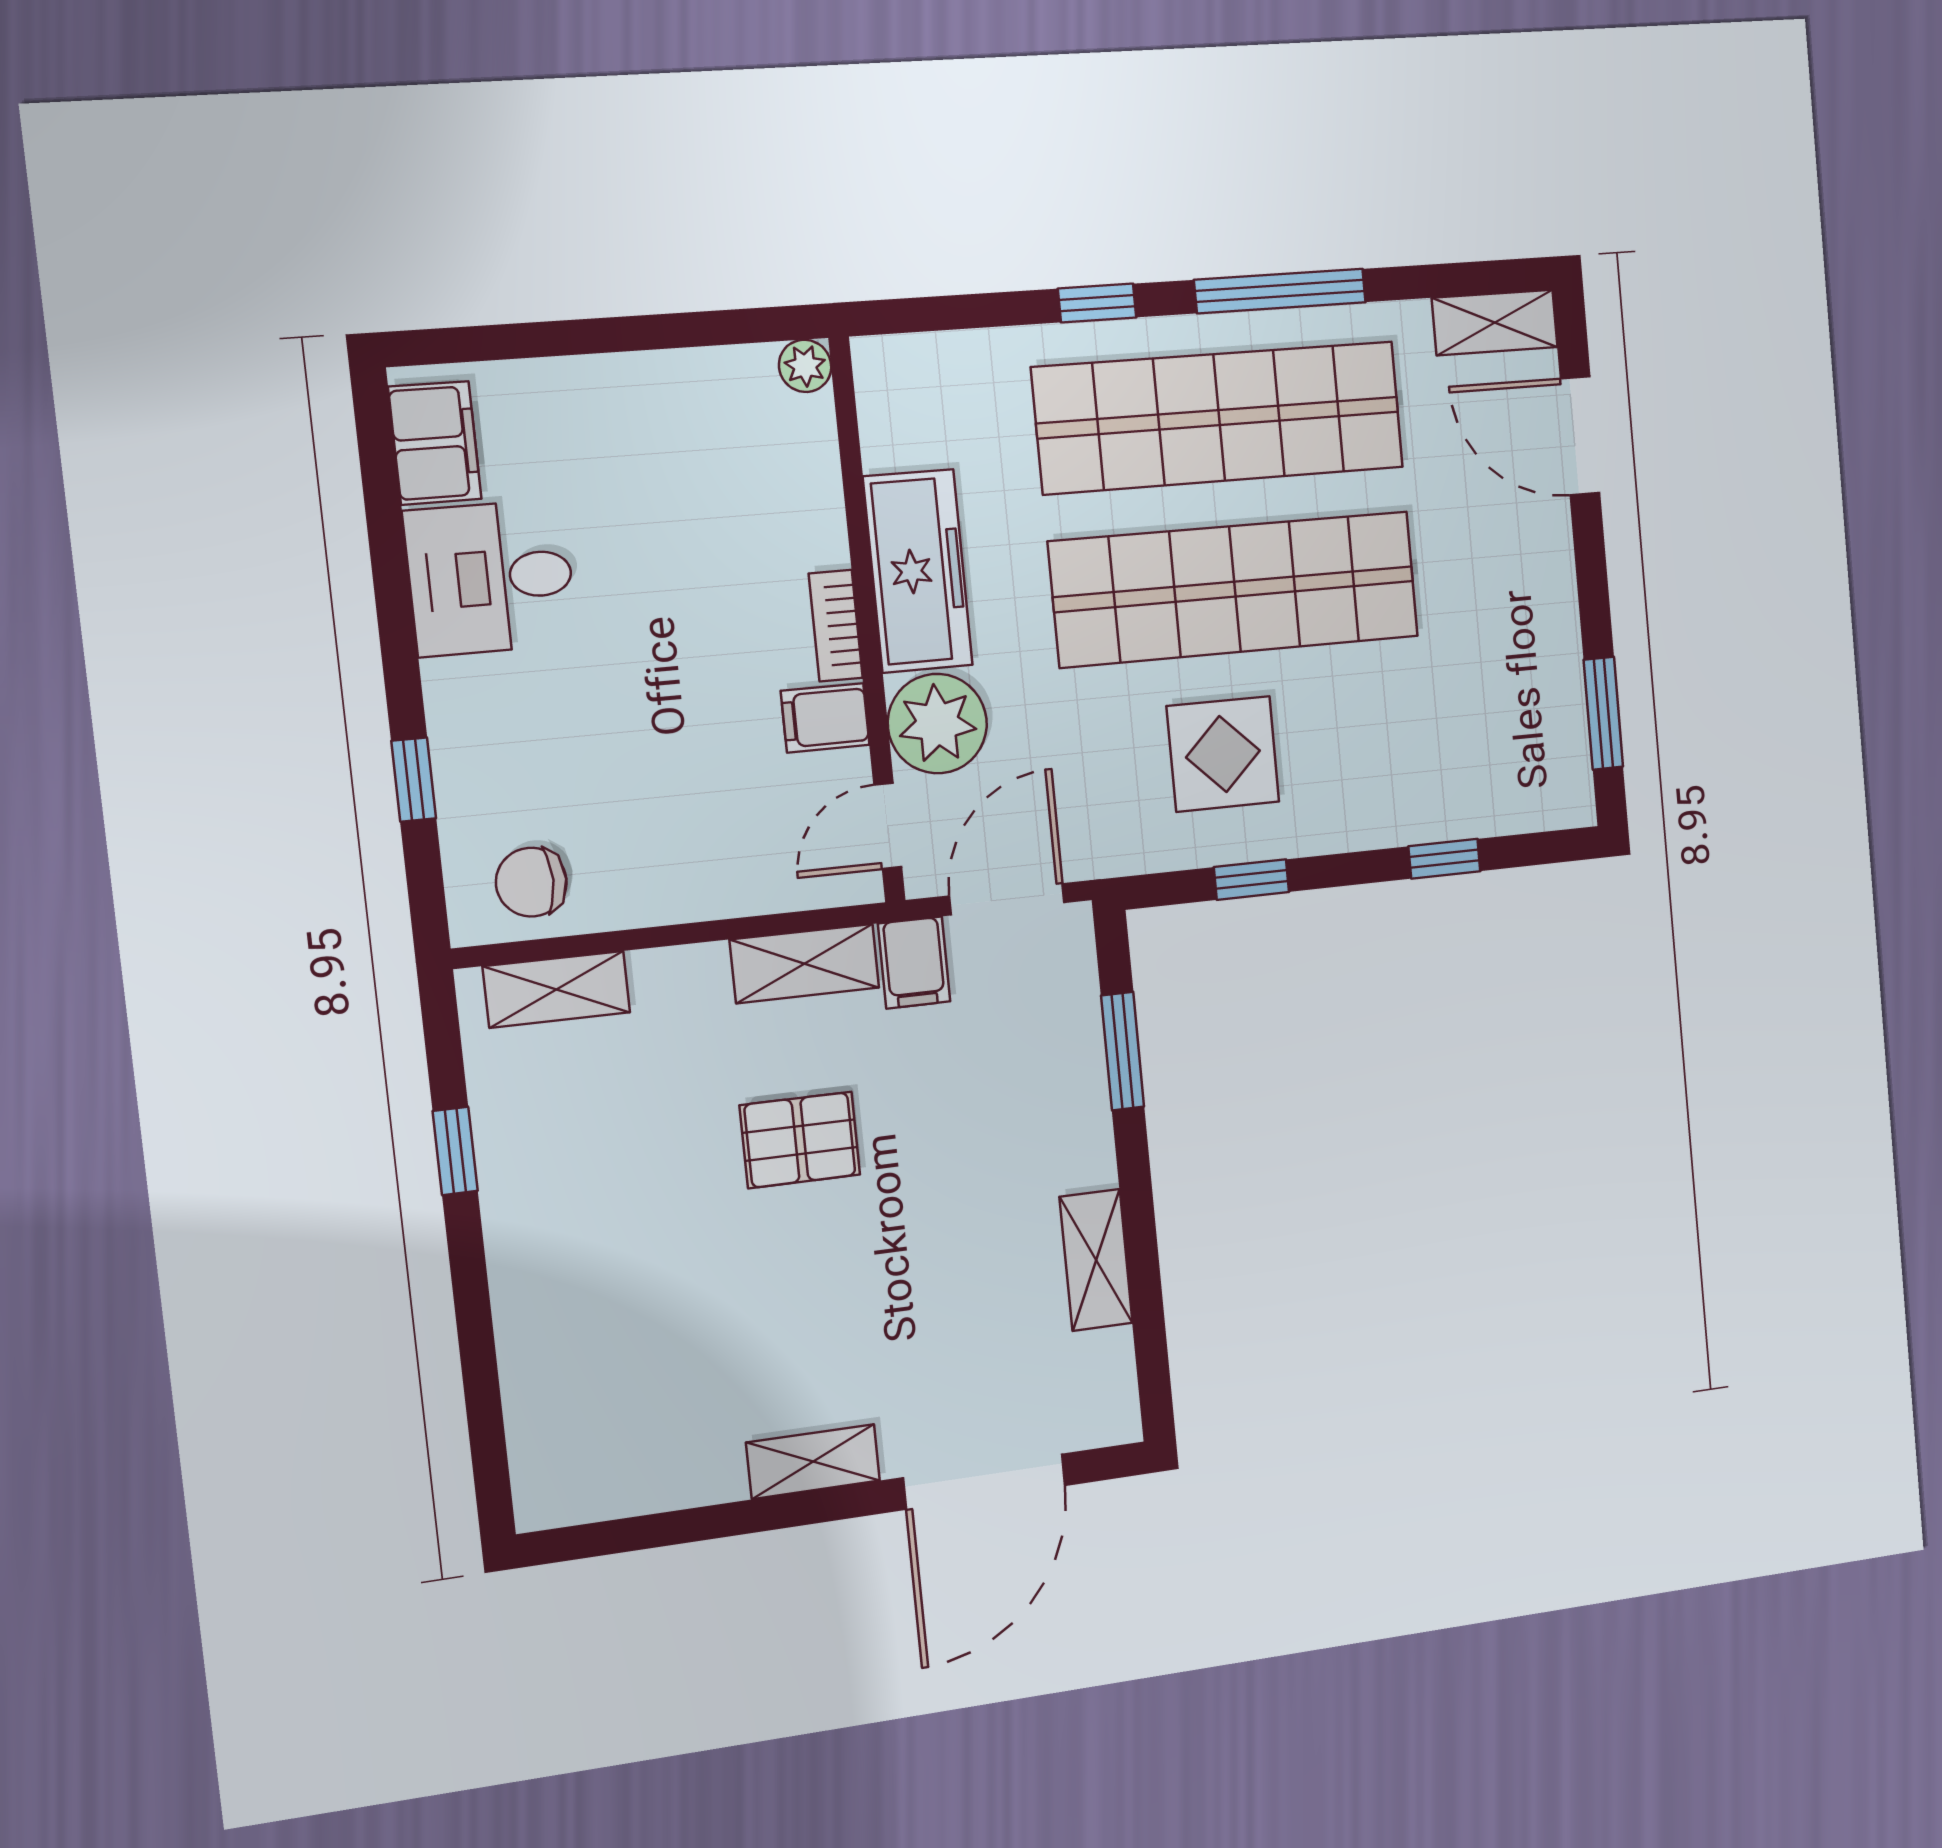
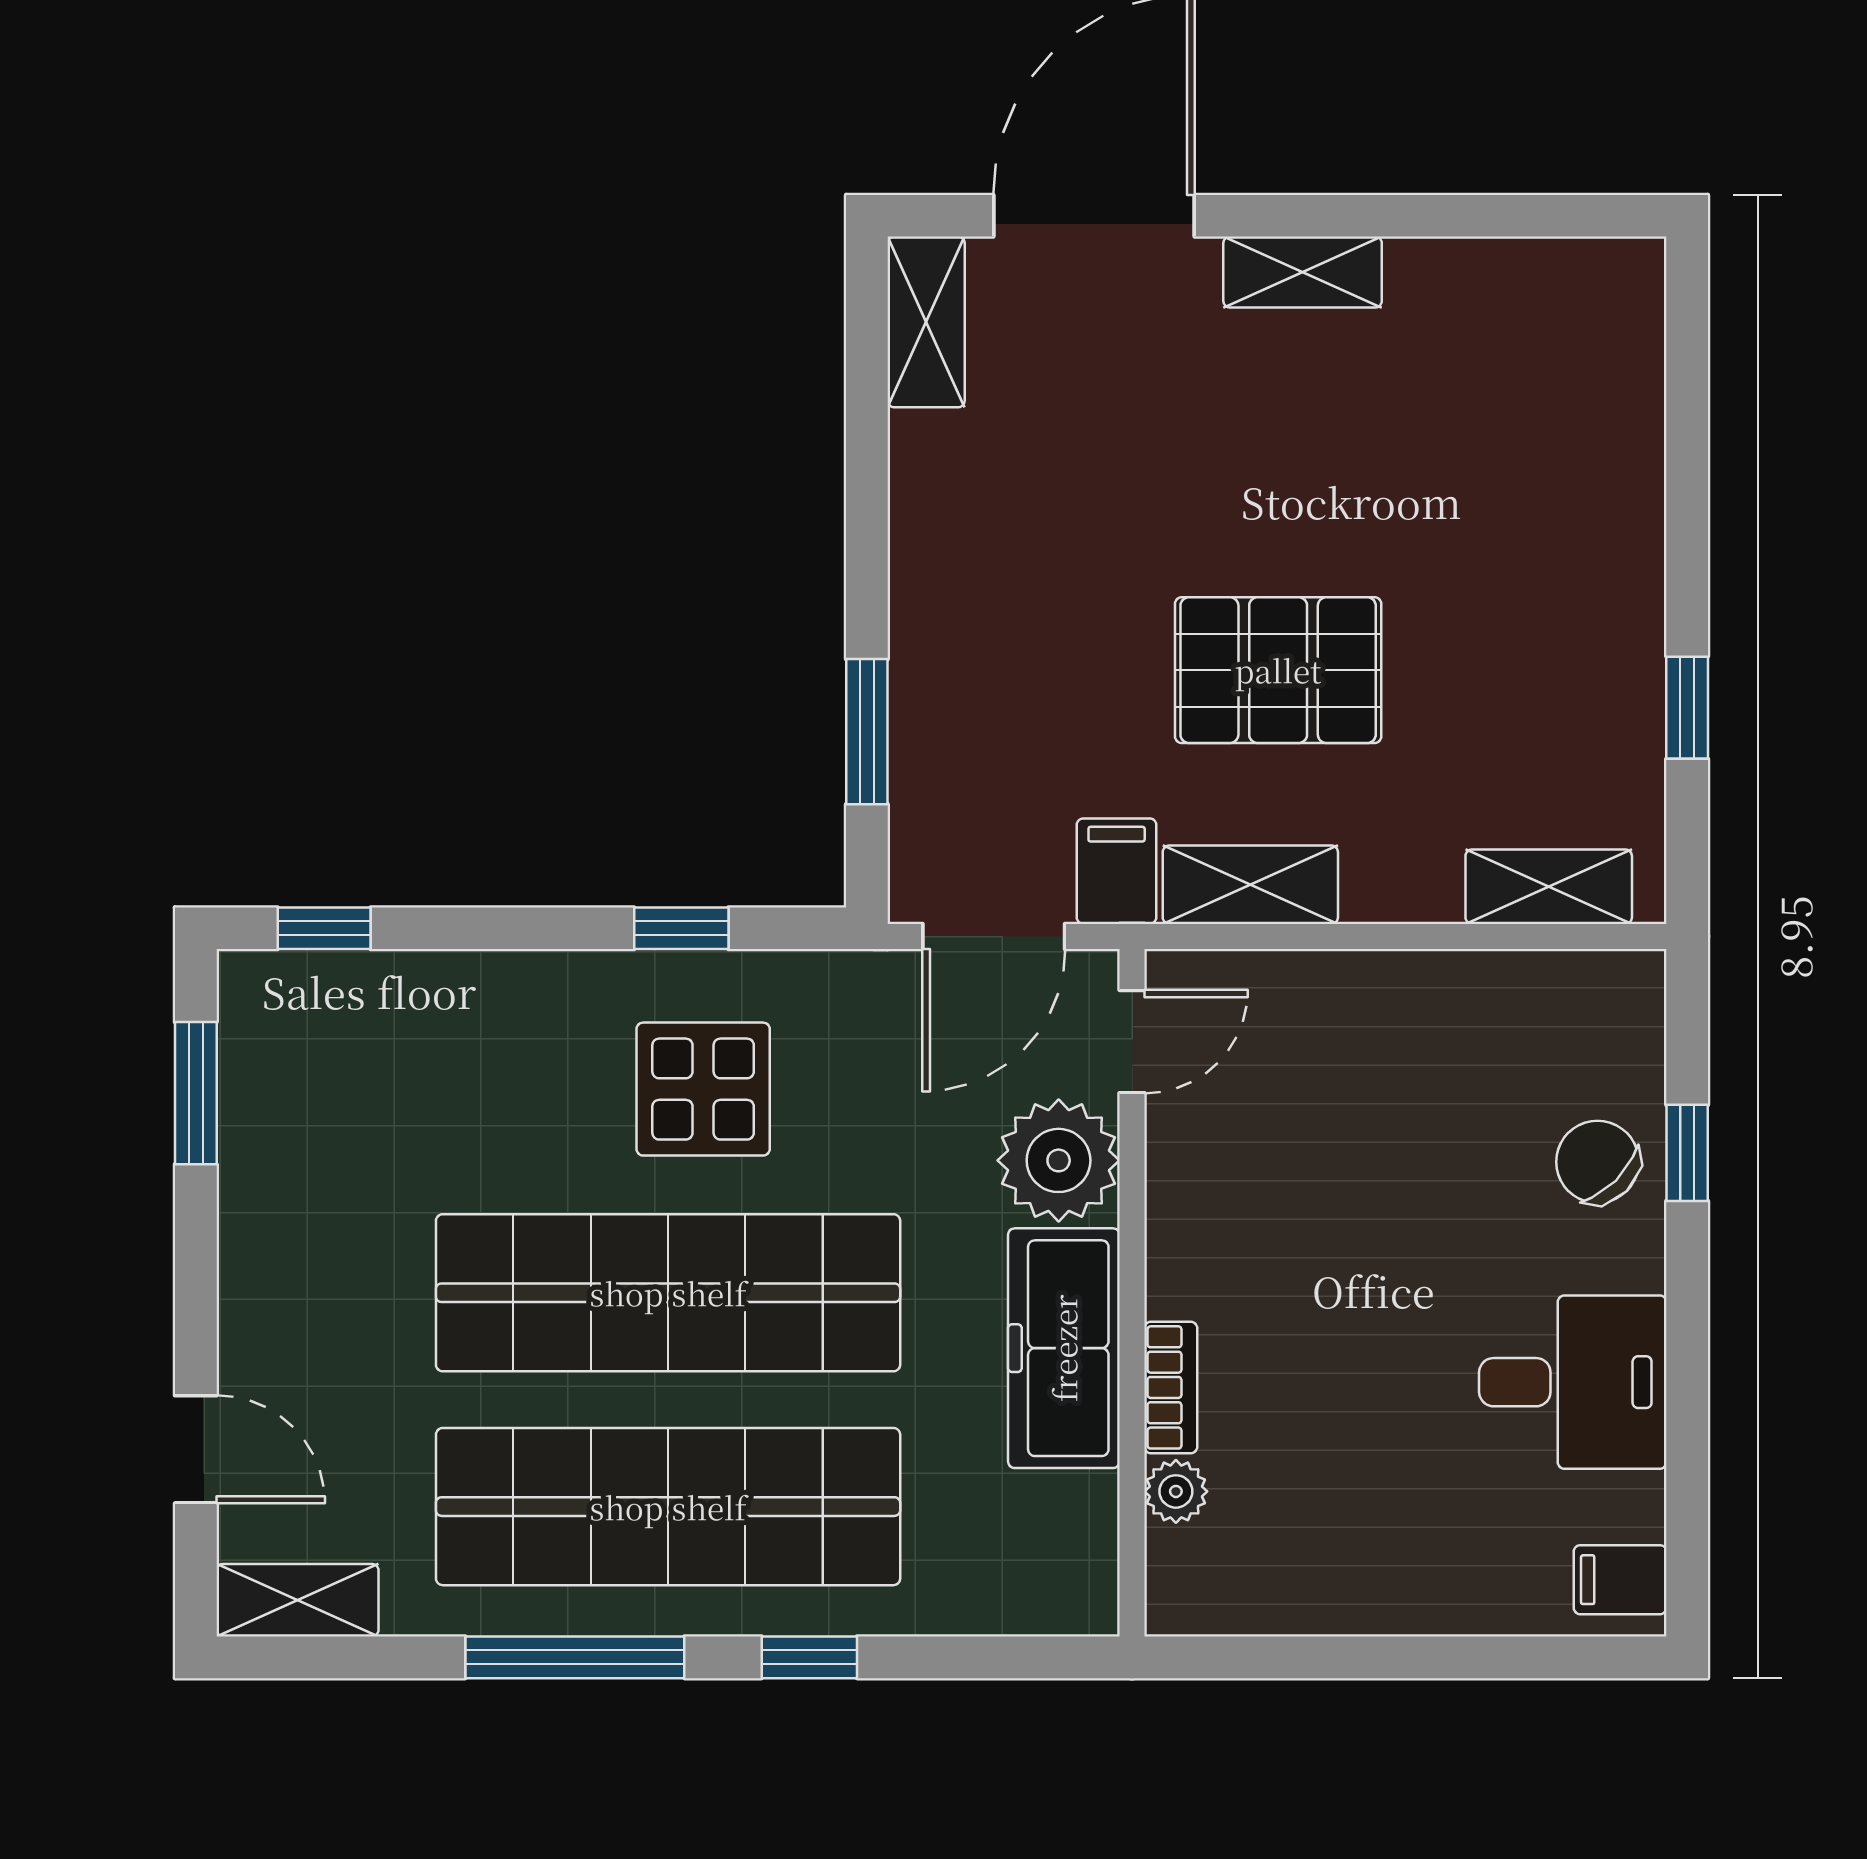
plant: (805, 366) -> (1176, 1491), moved
door: (1580, 436) -> (196, 1449), width x0.73
filing cabinet: (435, 443) -> (1620, 1580), width x0.50
bookcase: (836, 626) -> (1171, 1387), moved
filing cabinet: (825, 718) -> (1195, 1180), removed
window: (1444, 859) -> (324, 928), moved
chair: (531, 882) -> (1597, 1162), moved, turned -135
pallet: (800, 1140) -> (1278, 670), width x1.50, depth x1.42
shelving: (1096, 1260) -> (926, 322), moved

